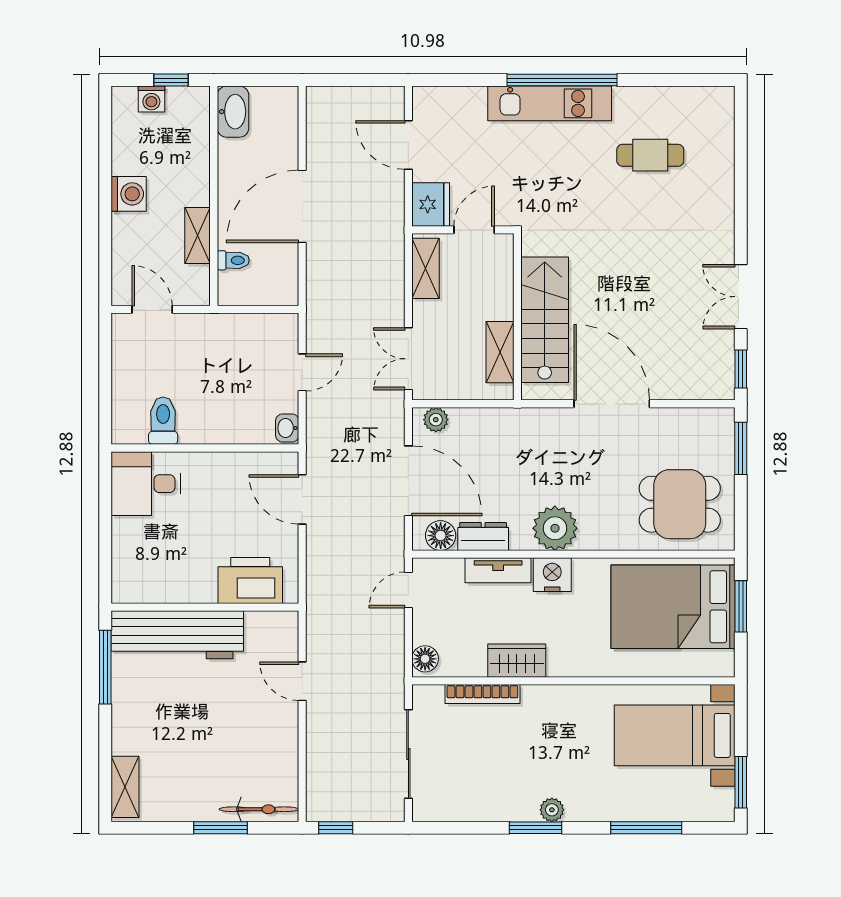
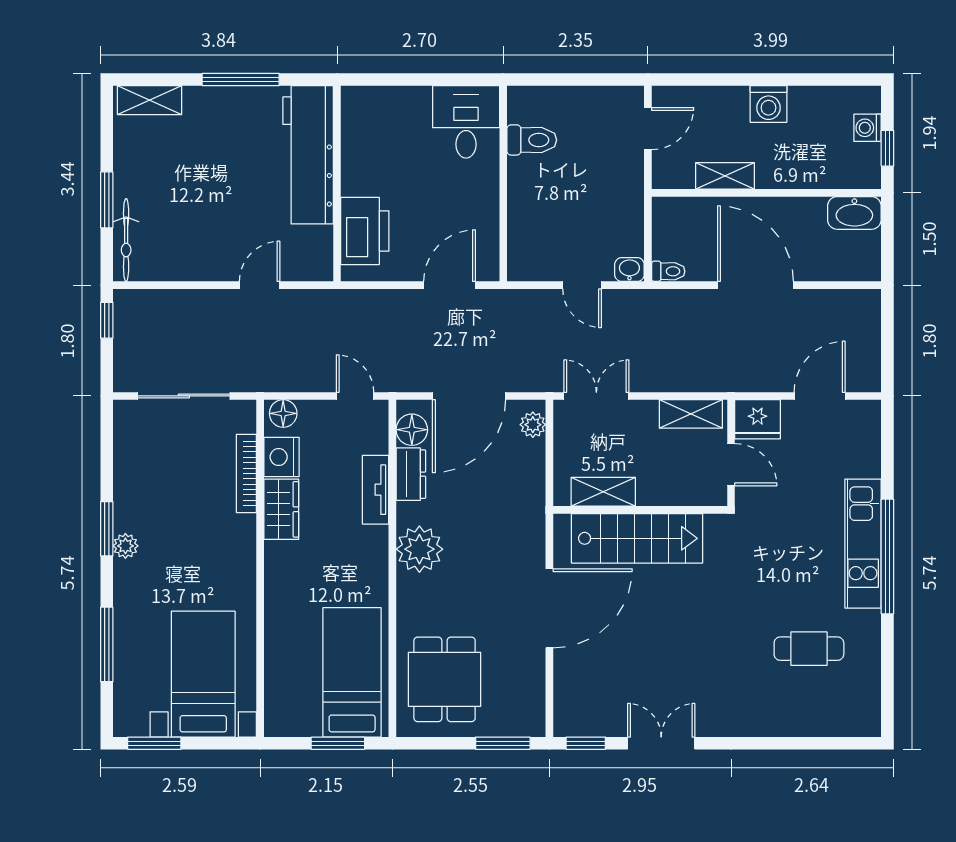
cafe table: (650, 155) -> (809, 649), turned 90
toilet: (233, 260) -> (668, 271), moved, turned -90
washbasin: (287, 428) -> (629, 270), moved
nightstand: (552, 575) -> (281, 457), moved, turned 180
bed: (673, 607) -> (352, 672), width x0.67
window: (105, 667) -> (241, 80), moved

